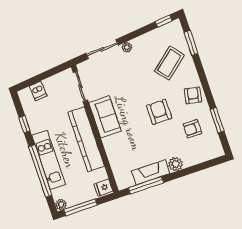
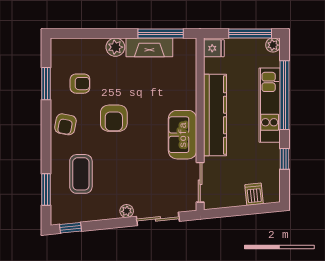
coffee table: (169, 63) -> (81, 174), turned -50

